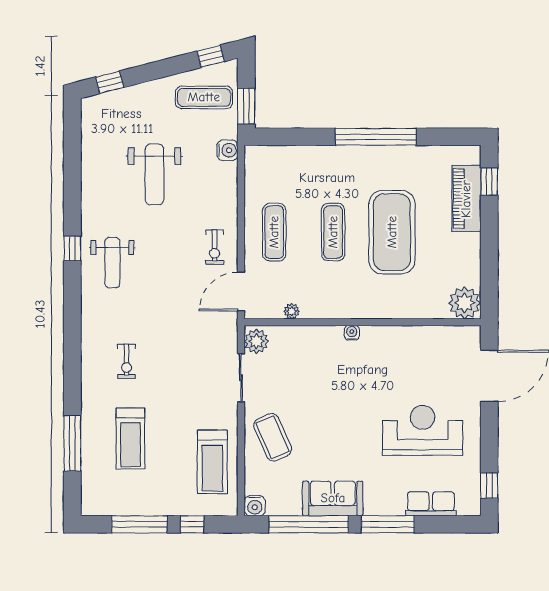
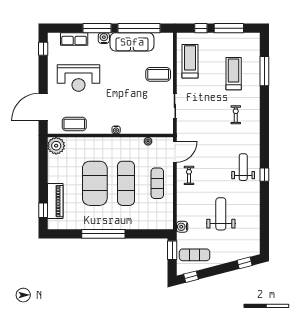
exercise mat: (333, 232) -> (126, 183), width x1.36, depth x1.45
plant: (256, 341) -> (167, 125), removed
coffee table: (431, 344) -> (74, 124), added
coffee table: (273, 437) -> (158, 74), turned -66
sofa: (333, 498) -> (132, 42), width x1.36
water cooler: (255, 506) -> (104, 38), moved

